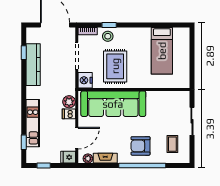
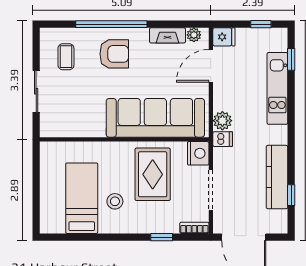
stool: (108, 36) -> (115, 201), moved
dishwasher: (69, 114) -> (223, 139), moved

